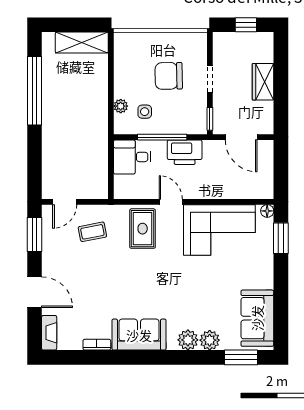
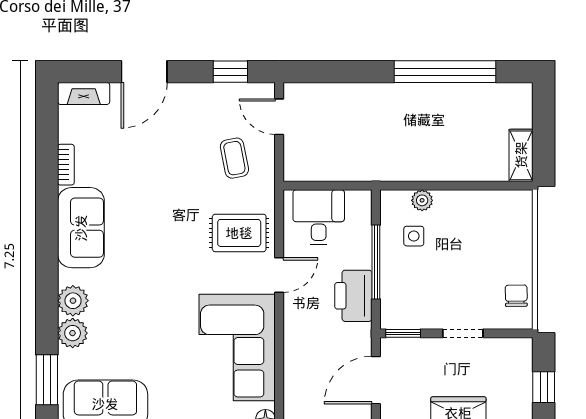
shelving: (82, 42) -> (521, 155), width x0.67, depth x0.75
chair: (169, 76) -> (516, 296), moved, width x0.54, depth x0.54
desk: (132, 157) -> (319, 217), moved
window: (34, 235) -> (230, 72), width x0.67

